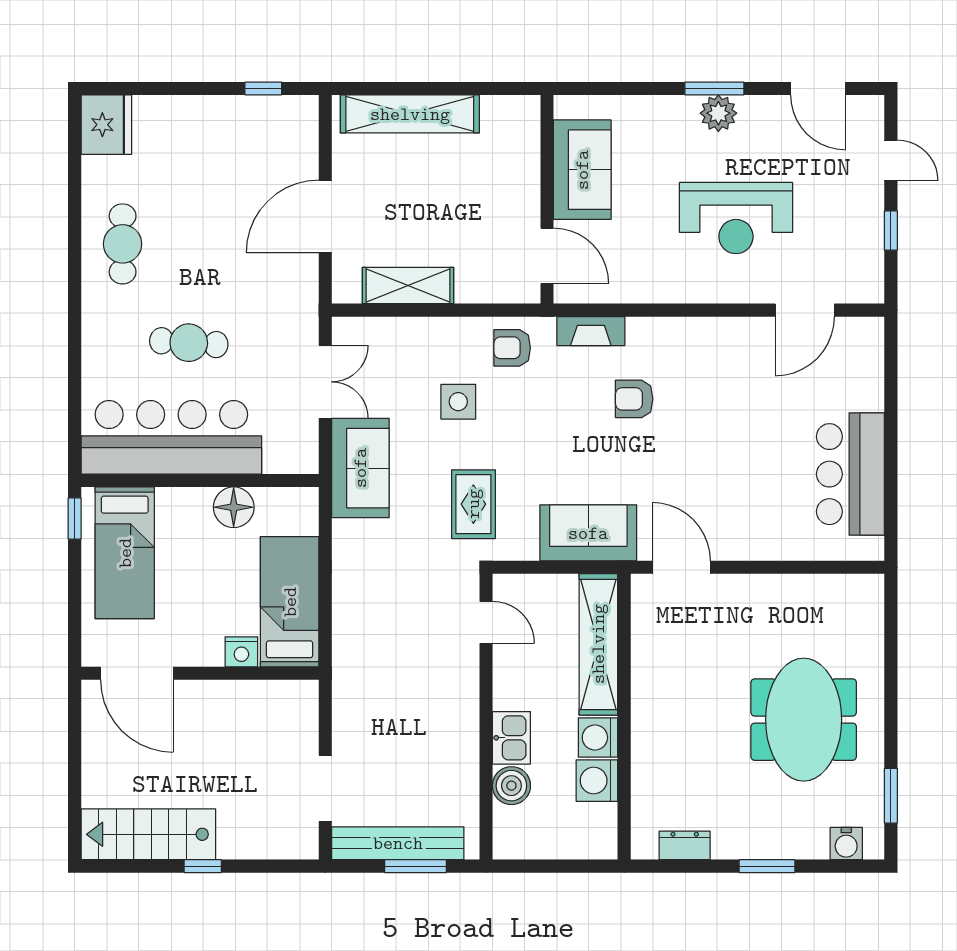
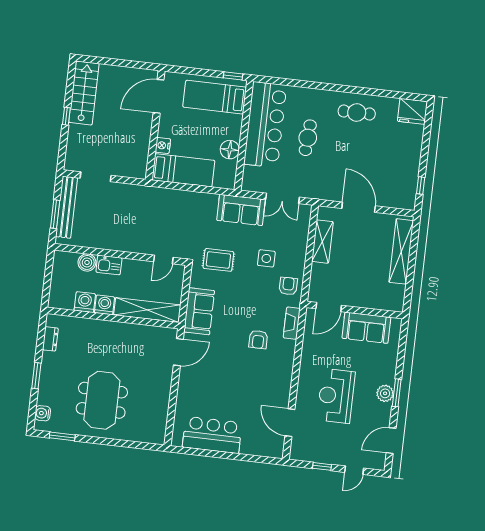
armchair: (634, 399) -> (258, 339), turned 180
meeting table: (804, 720) -> (102, 400), turned 90

